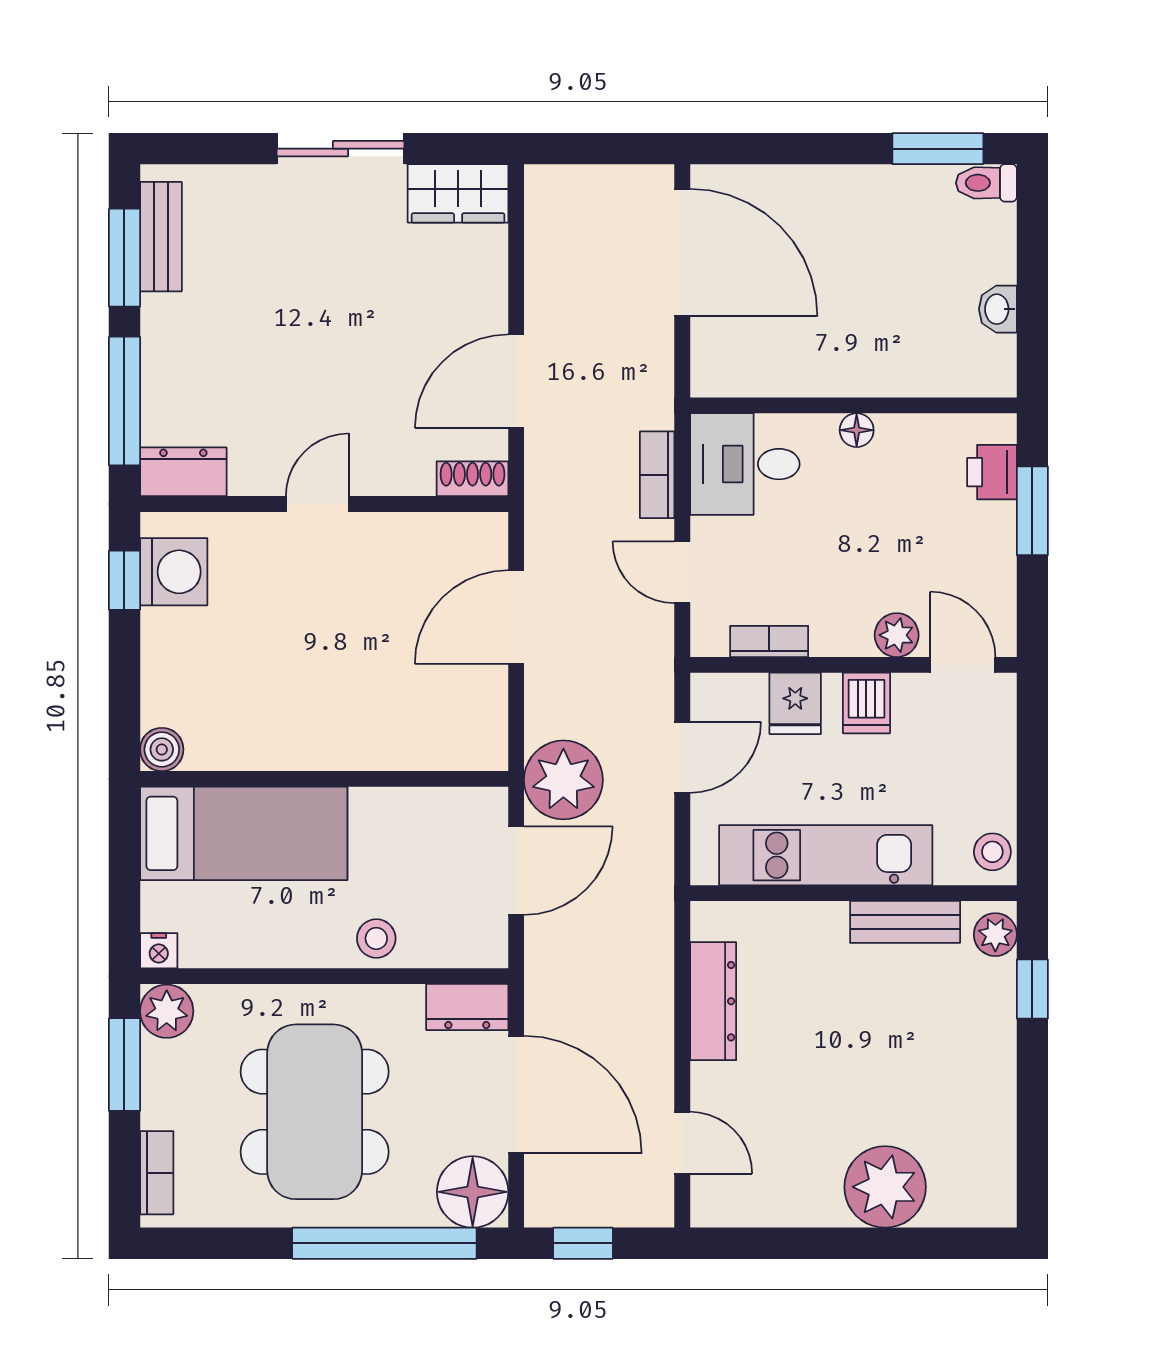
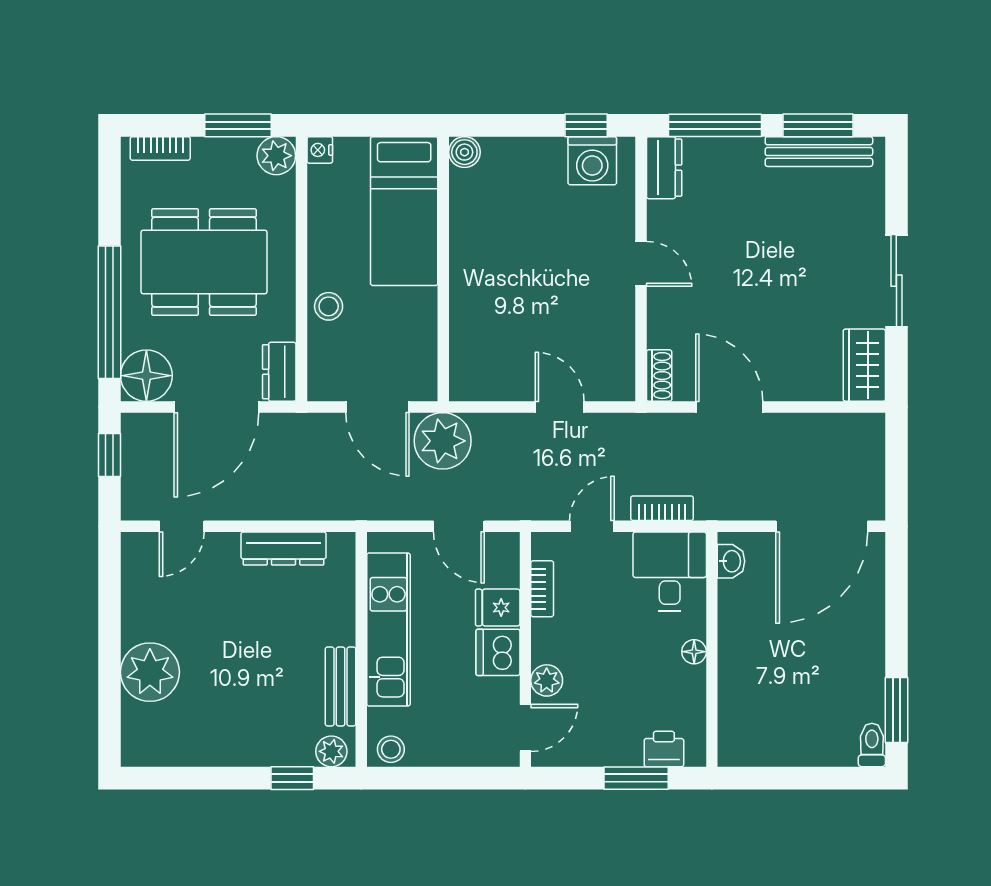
bench: (161, 237) -> (819, 152), width x1.36
washbasin: (998, 309) -> (731, 561), moved, turned 90
door: (516, 617) -> (560, 407), width x0.73
dishwasher: (866, 703) -> (498, 652), width x1.38

